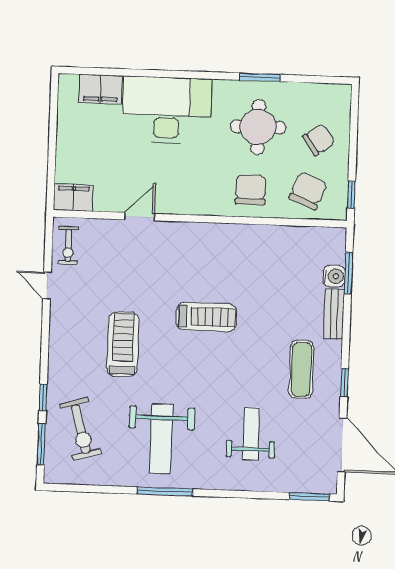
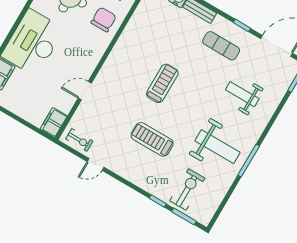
chair: (251, 190) -> (104, 19), turned 90
door: (140, 217) -> (85, 91), hinge flipped
exercise bike: (81, 429) -> (187, 189), turned -74

